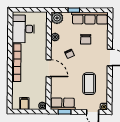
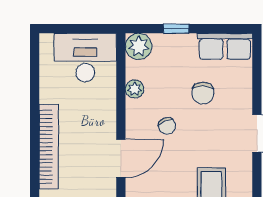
row of seats: (90, 18) -> (225, 46), width x0.68
desk: (23, 29) -> (85, 57), moved, turned 90
door: (49, 68) -> (121, 158), hinge flipped

